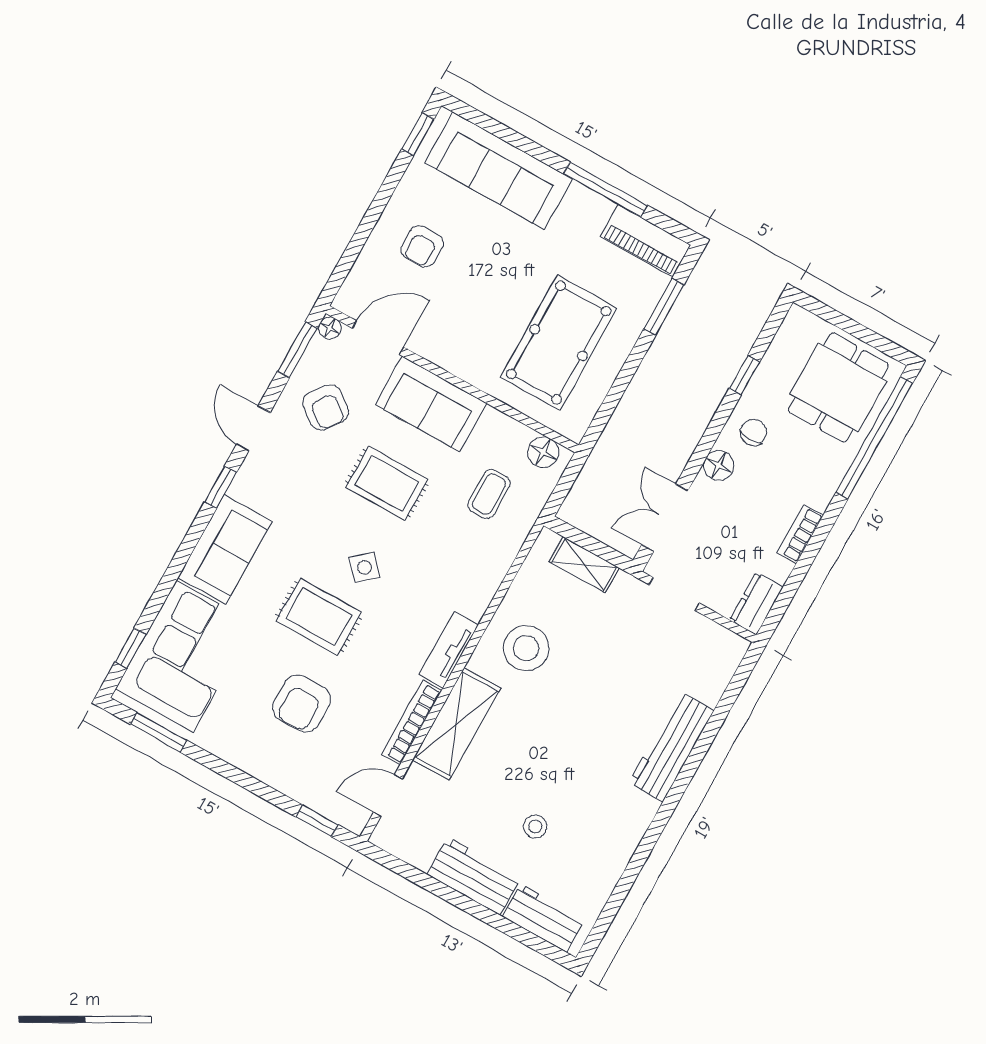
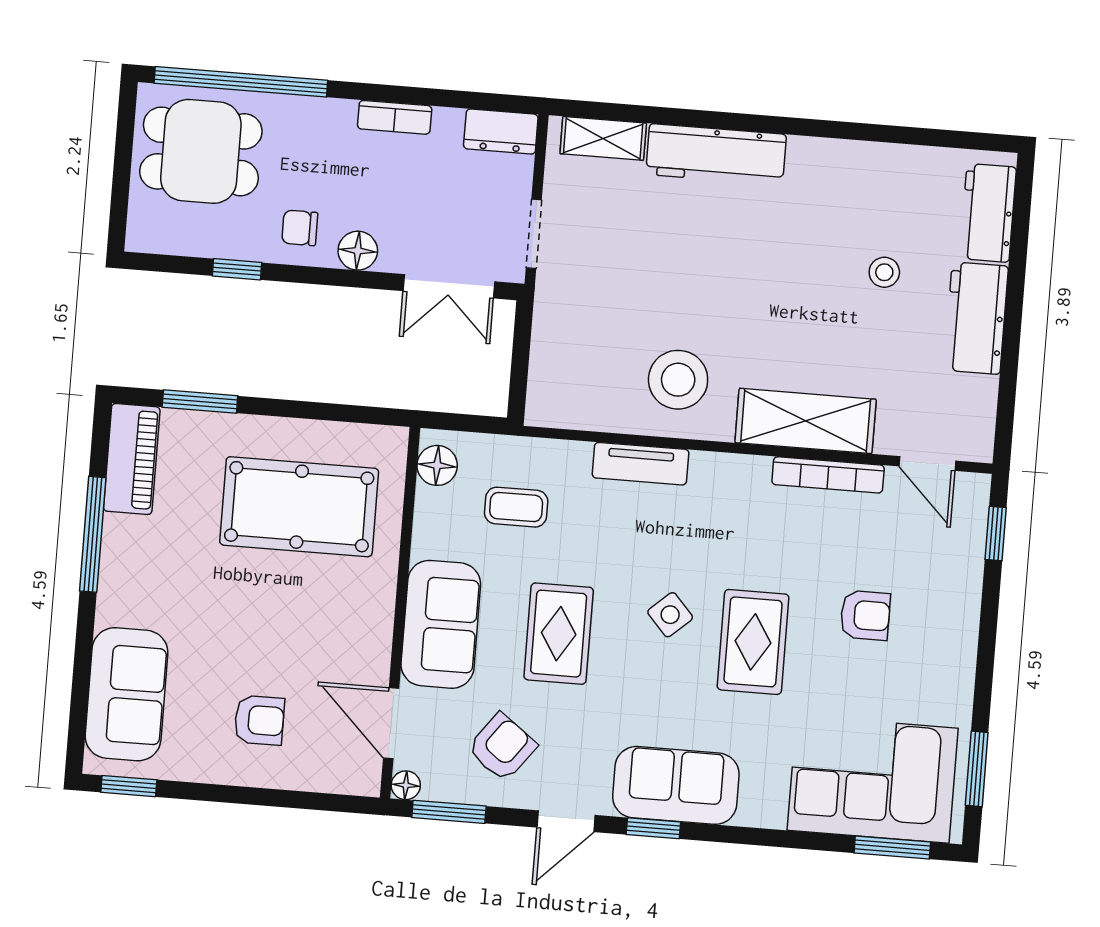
sofa: (499, 171) -> (126, 694), width x0.73
sofa: (225, 550) -> (676, 785), moved
shelving: (584, 565) -> (603, 138), moved, turned 90
window: (131, 648) -> (892, 847), width x1.50
tv unit: (449, 650) -> (641, 464), moved
armchair: (302, 703) -> (865, 615), width x0.72, depth x0.72

